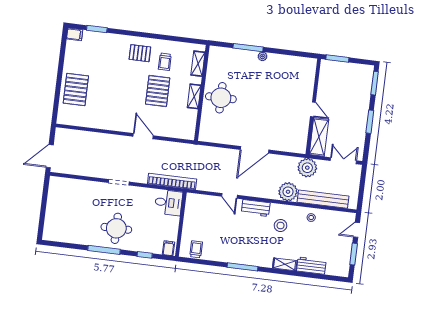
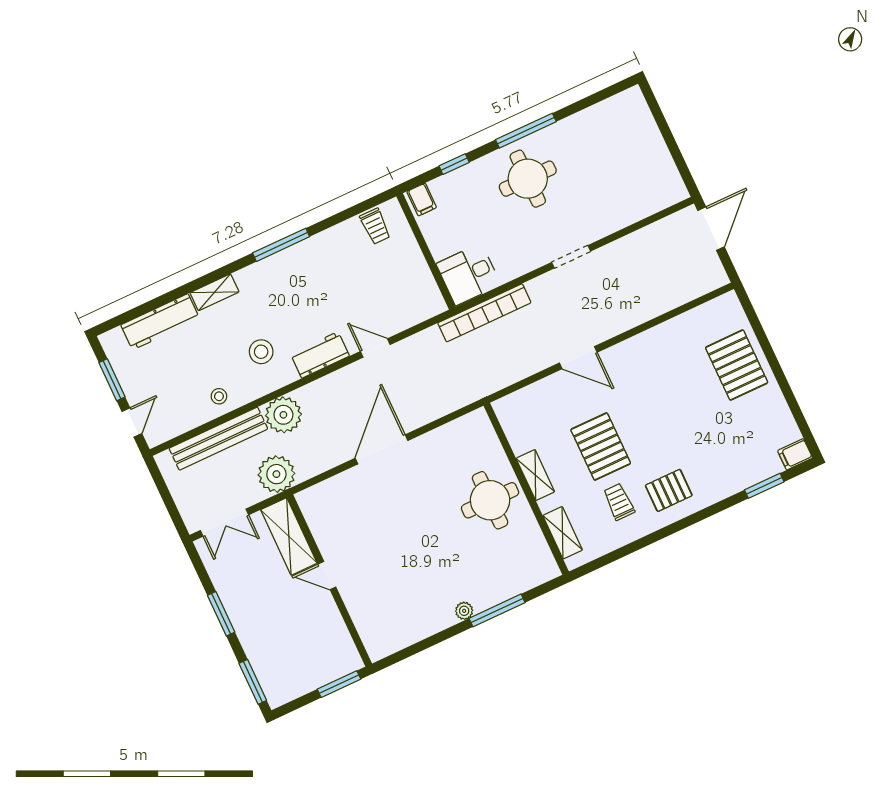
workbench: (311, 266) -> (160, 322), width x1.38

